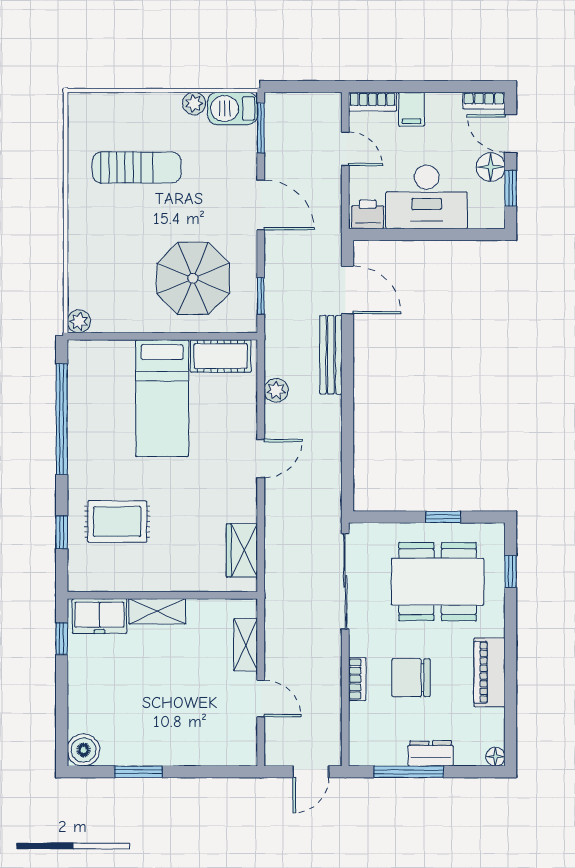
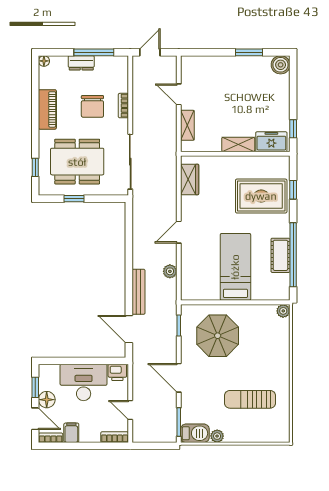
filing cabinet: (411, 109) -> (71, 433), moved
cot: (221, 356) -> (280, 255), moved, turned 90
rug: (117, 522) -> (261, 196), width x1.36, depth x1.43
chair: (411, 678) -> (92, 106), turned 90

